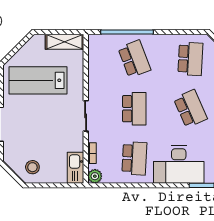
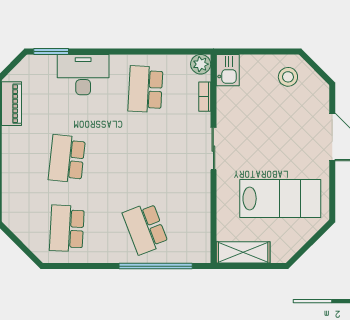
school desk: (134, 109) -> (145, 159), removed
school desk: (190, 109) -> (67, 159), turned 30
desk: (179, 164) -> (83, 75), width x0.73, depth x0.77
kitchen sink: (75, 168) -> (228, 70), width x0.73

